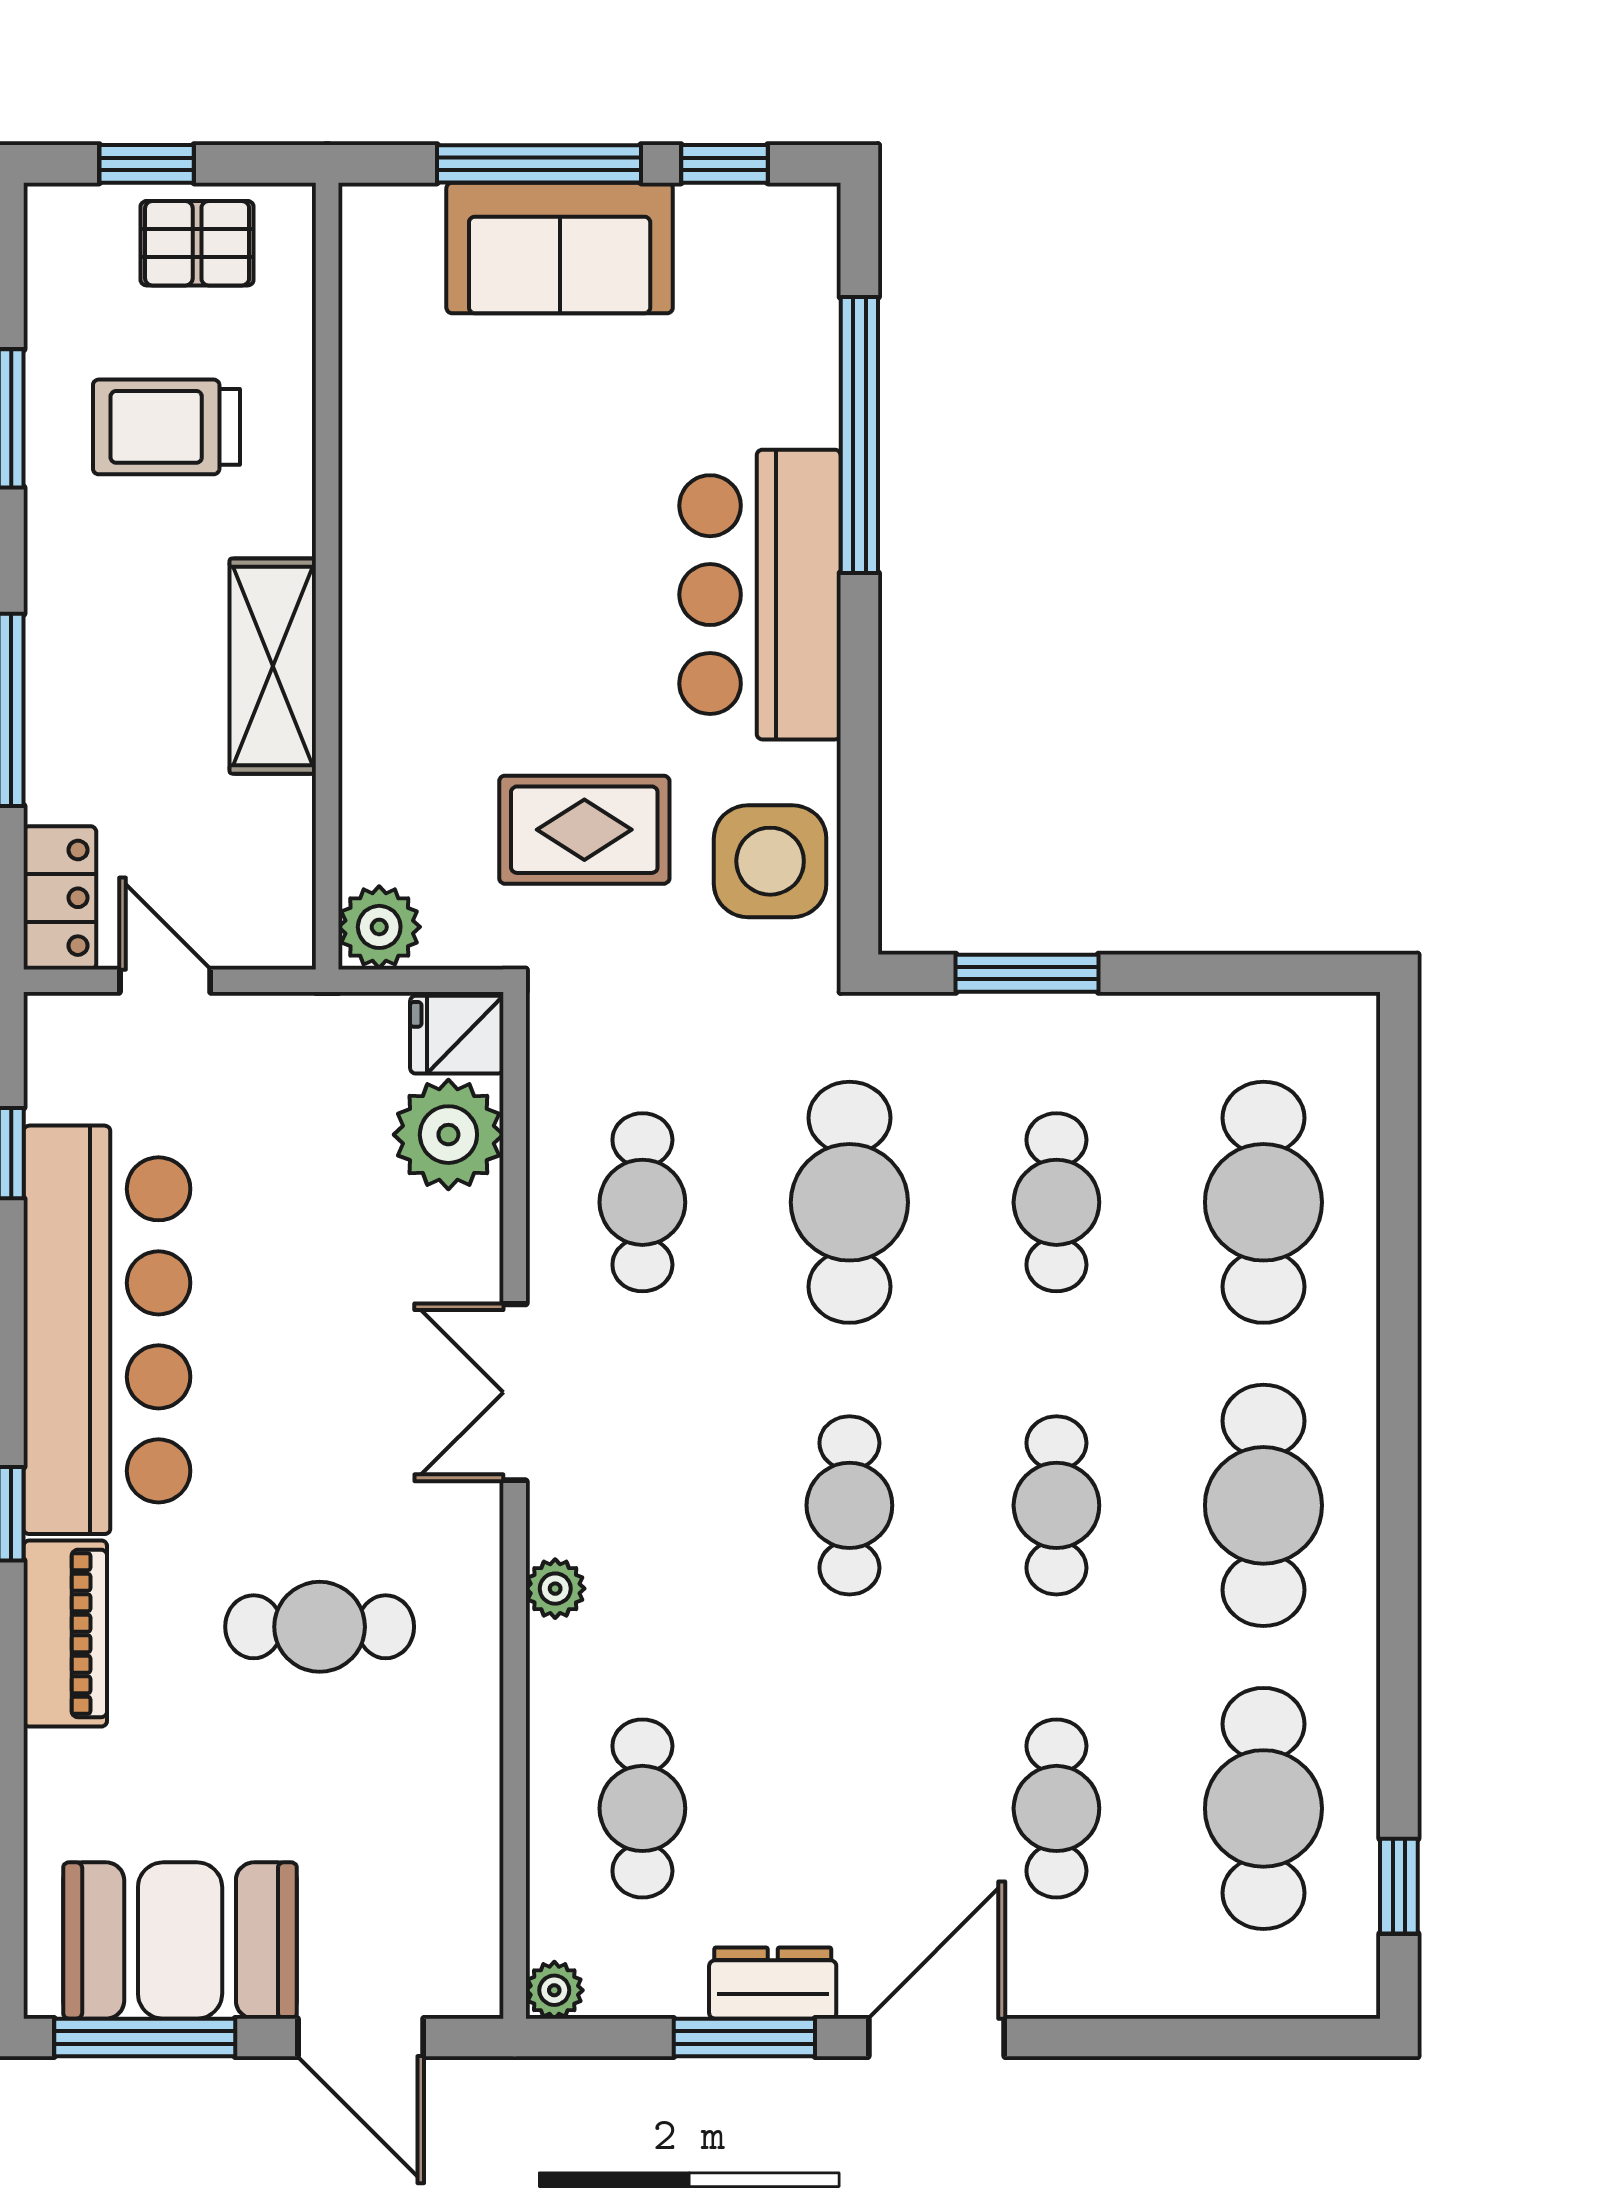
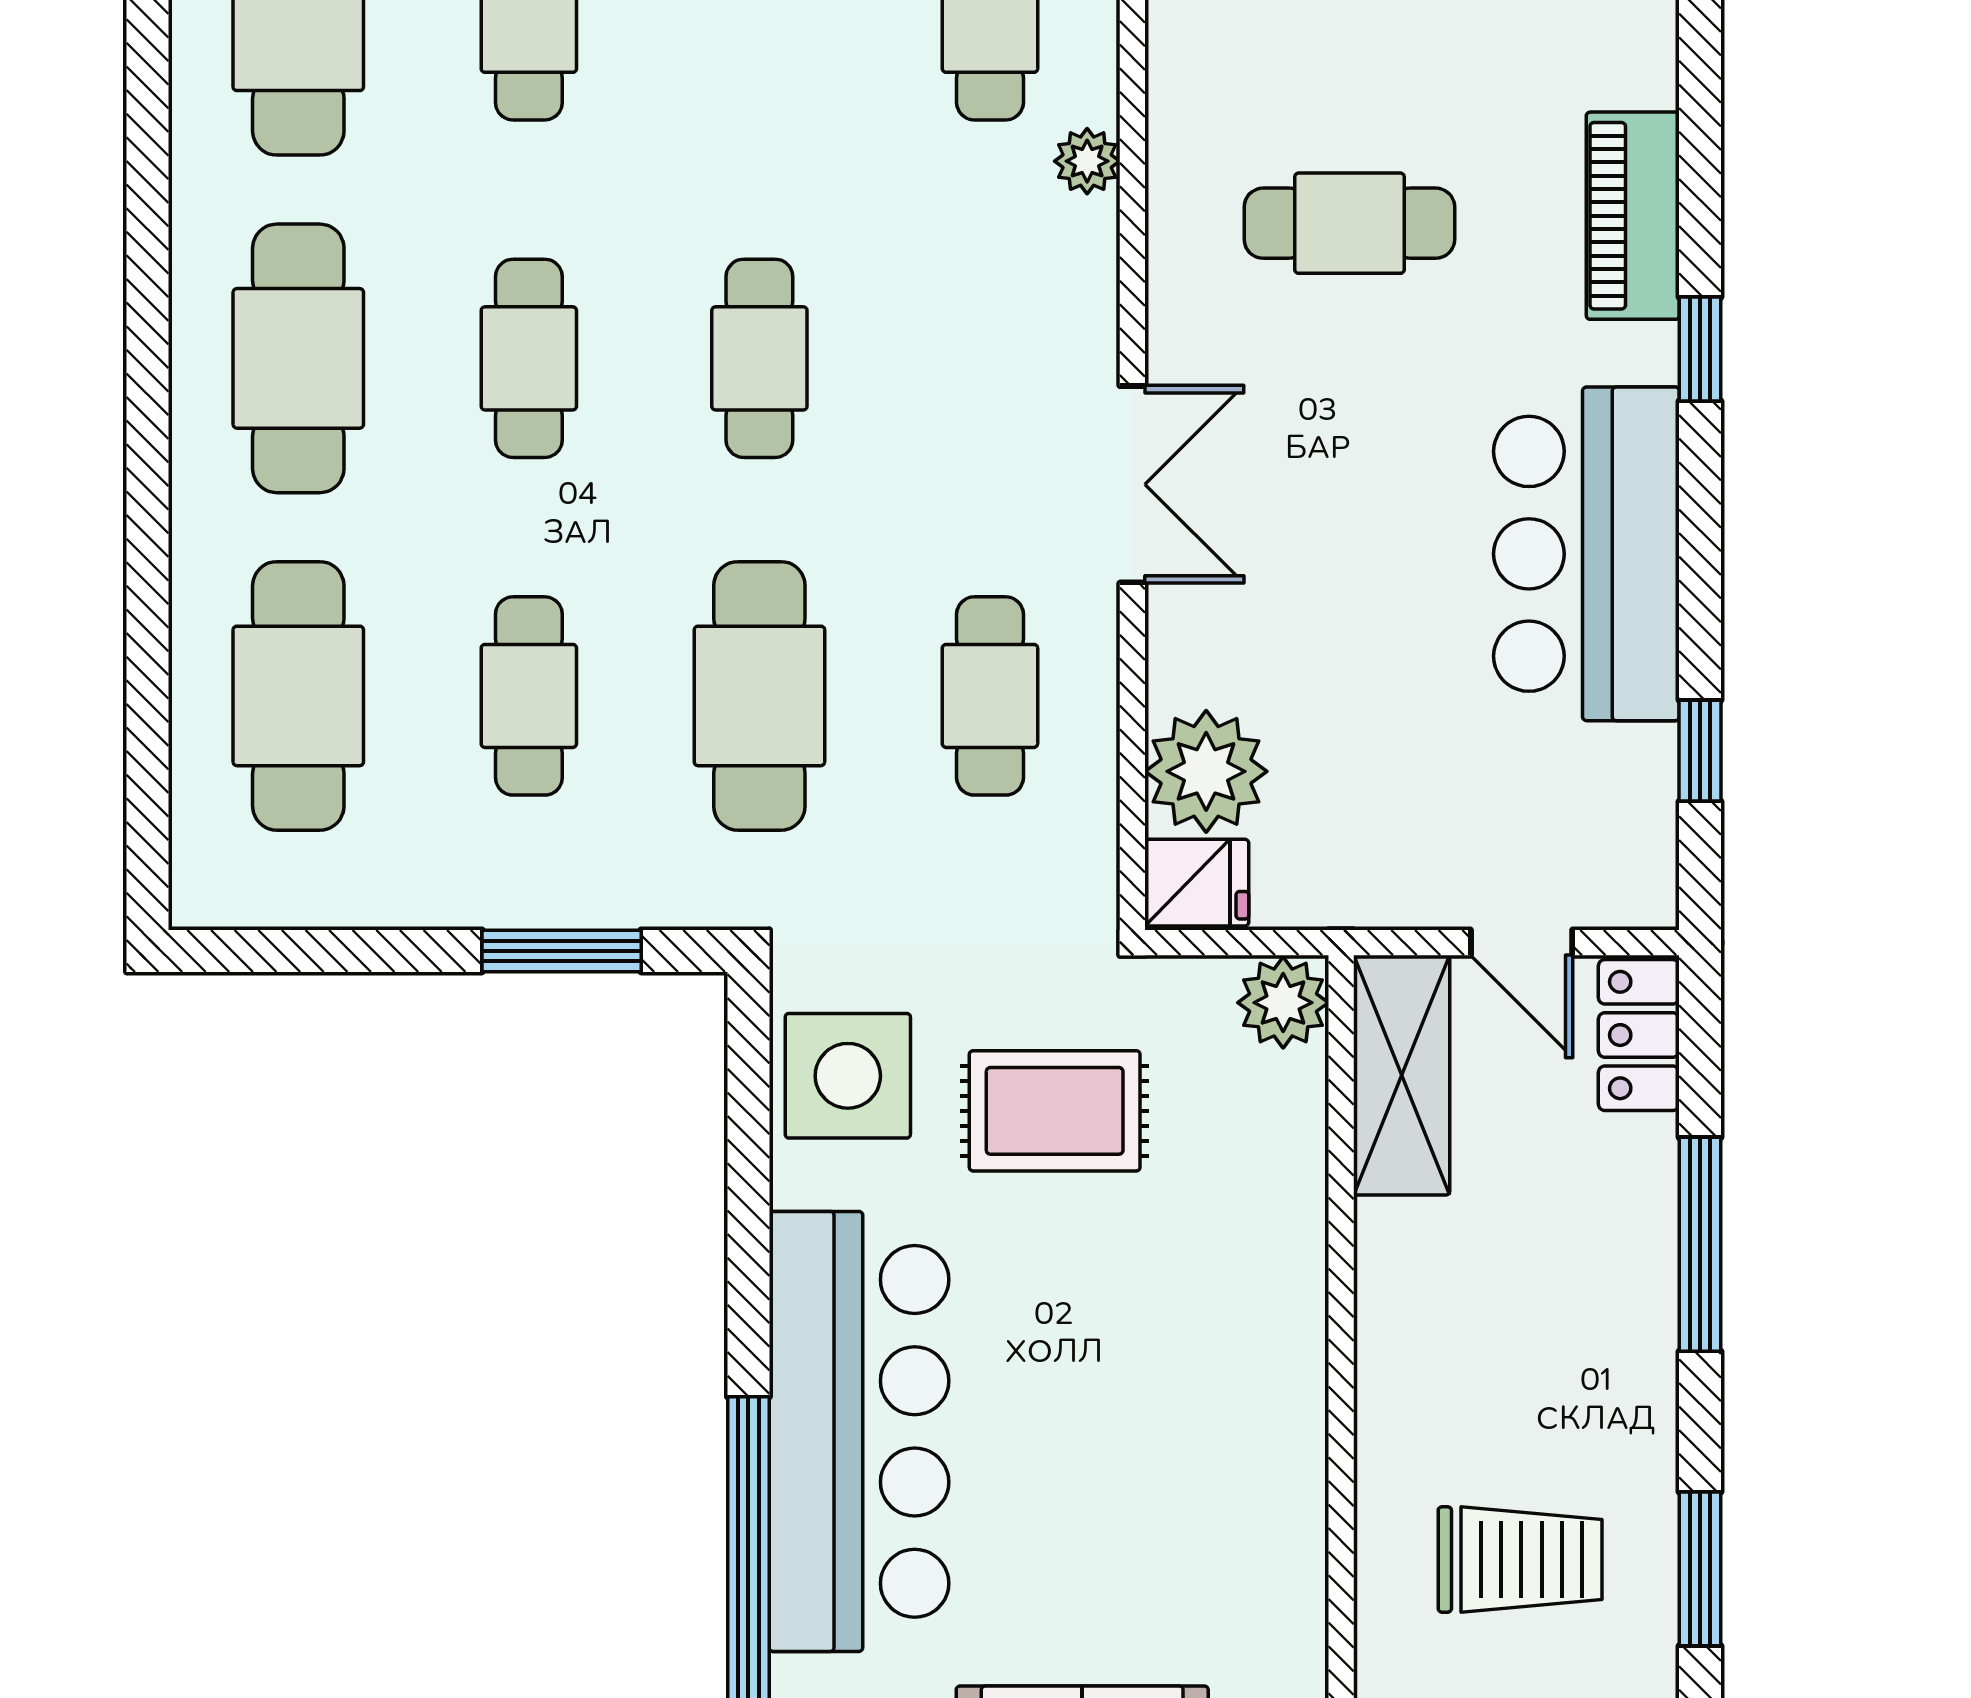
bar counter: (760, 595) -> (859, 1431), width x1.36
shelving: (273, 666) -> (1402, 1075), moved
bar counter: (107, 1330) -> (1586, 554), width x0.73
plant: (555, 1589) -> (1087, 161), moved

